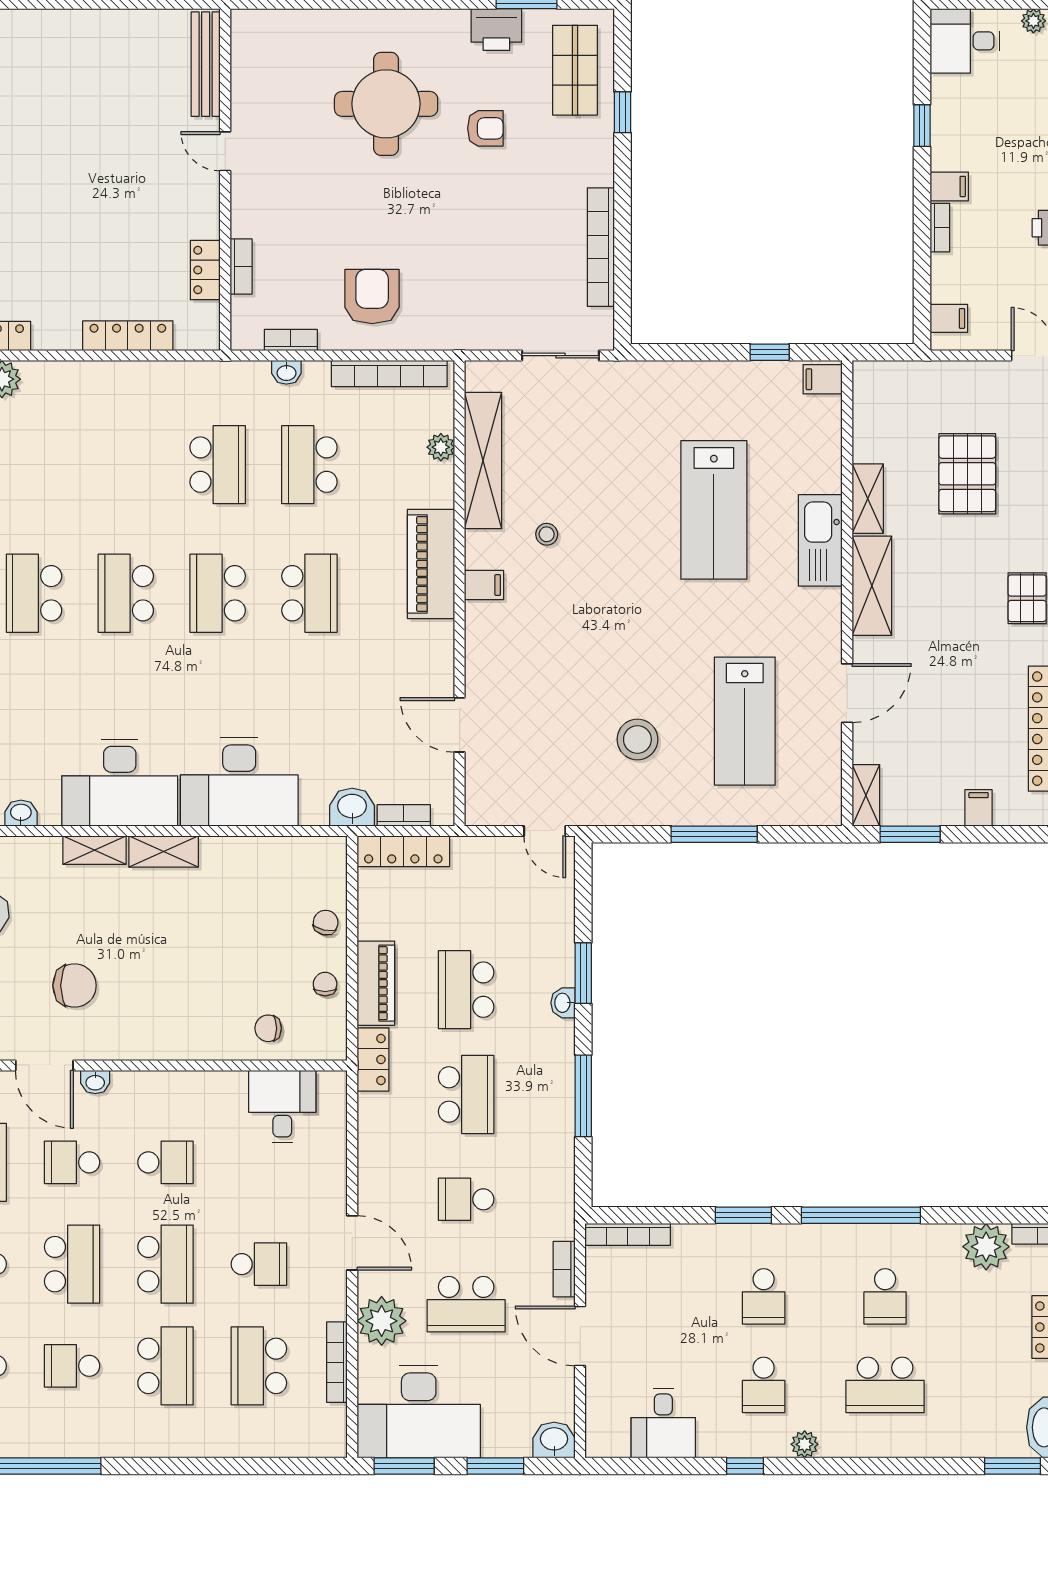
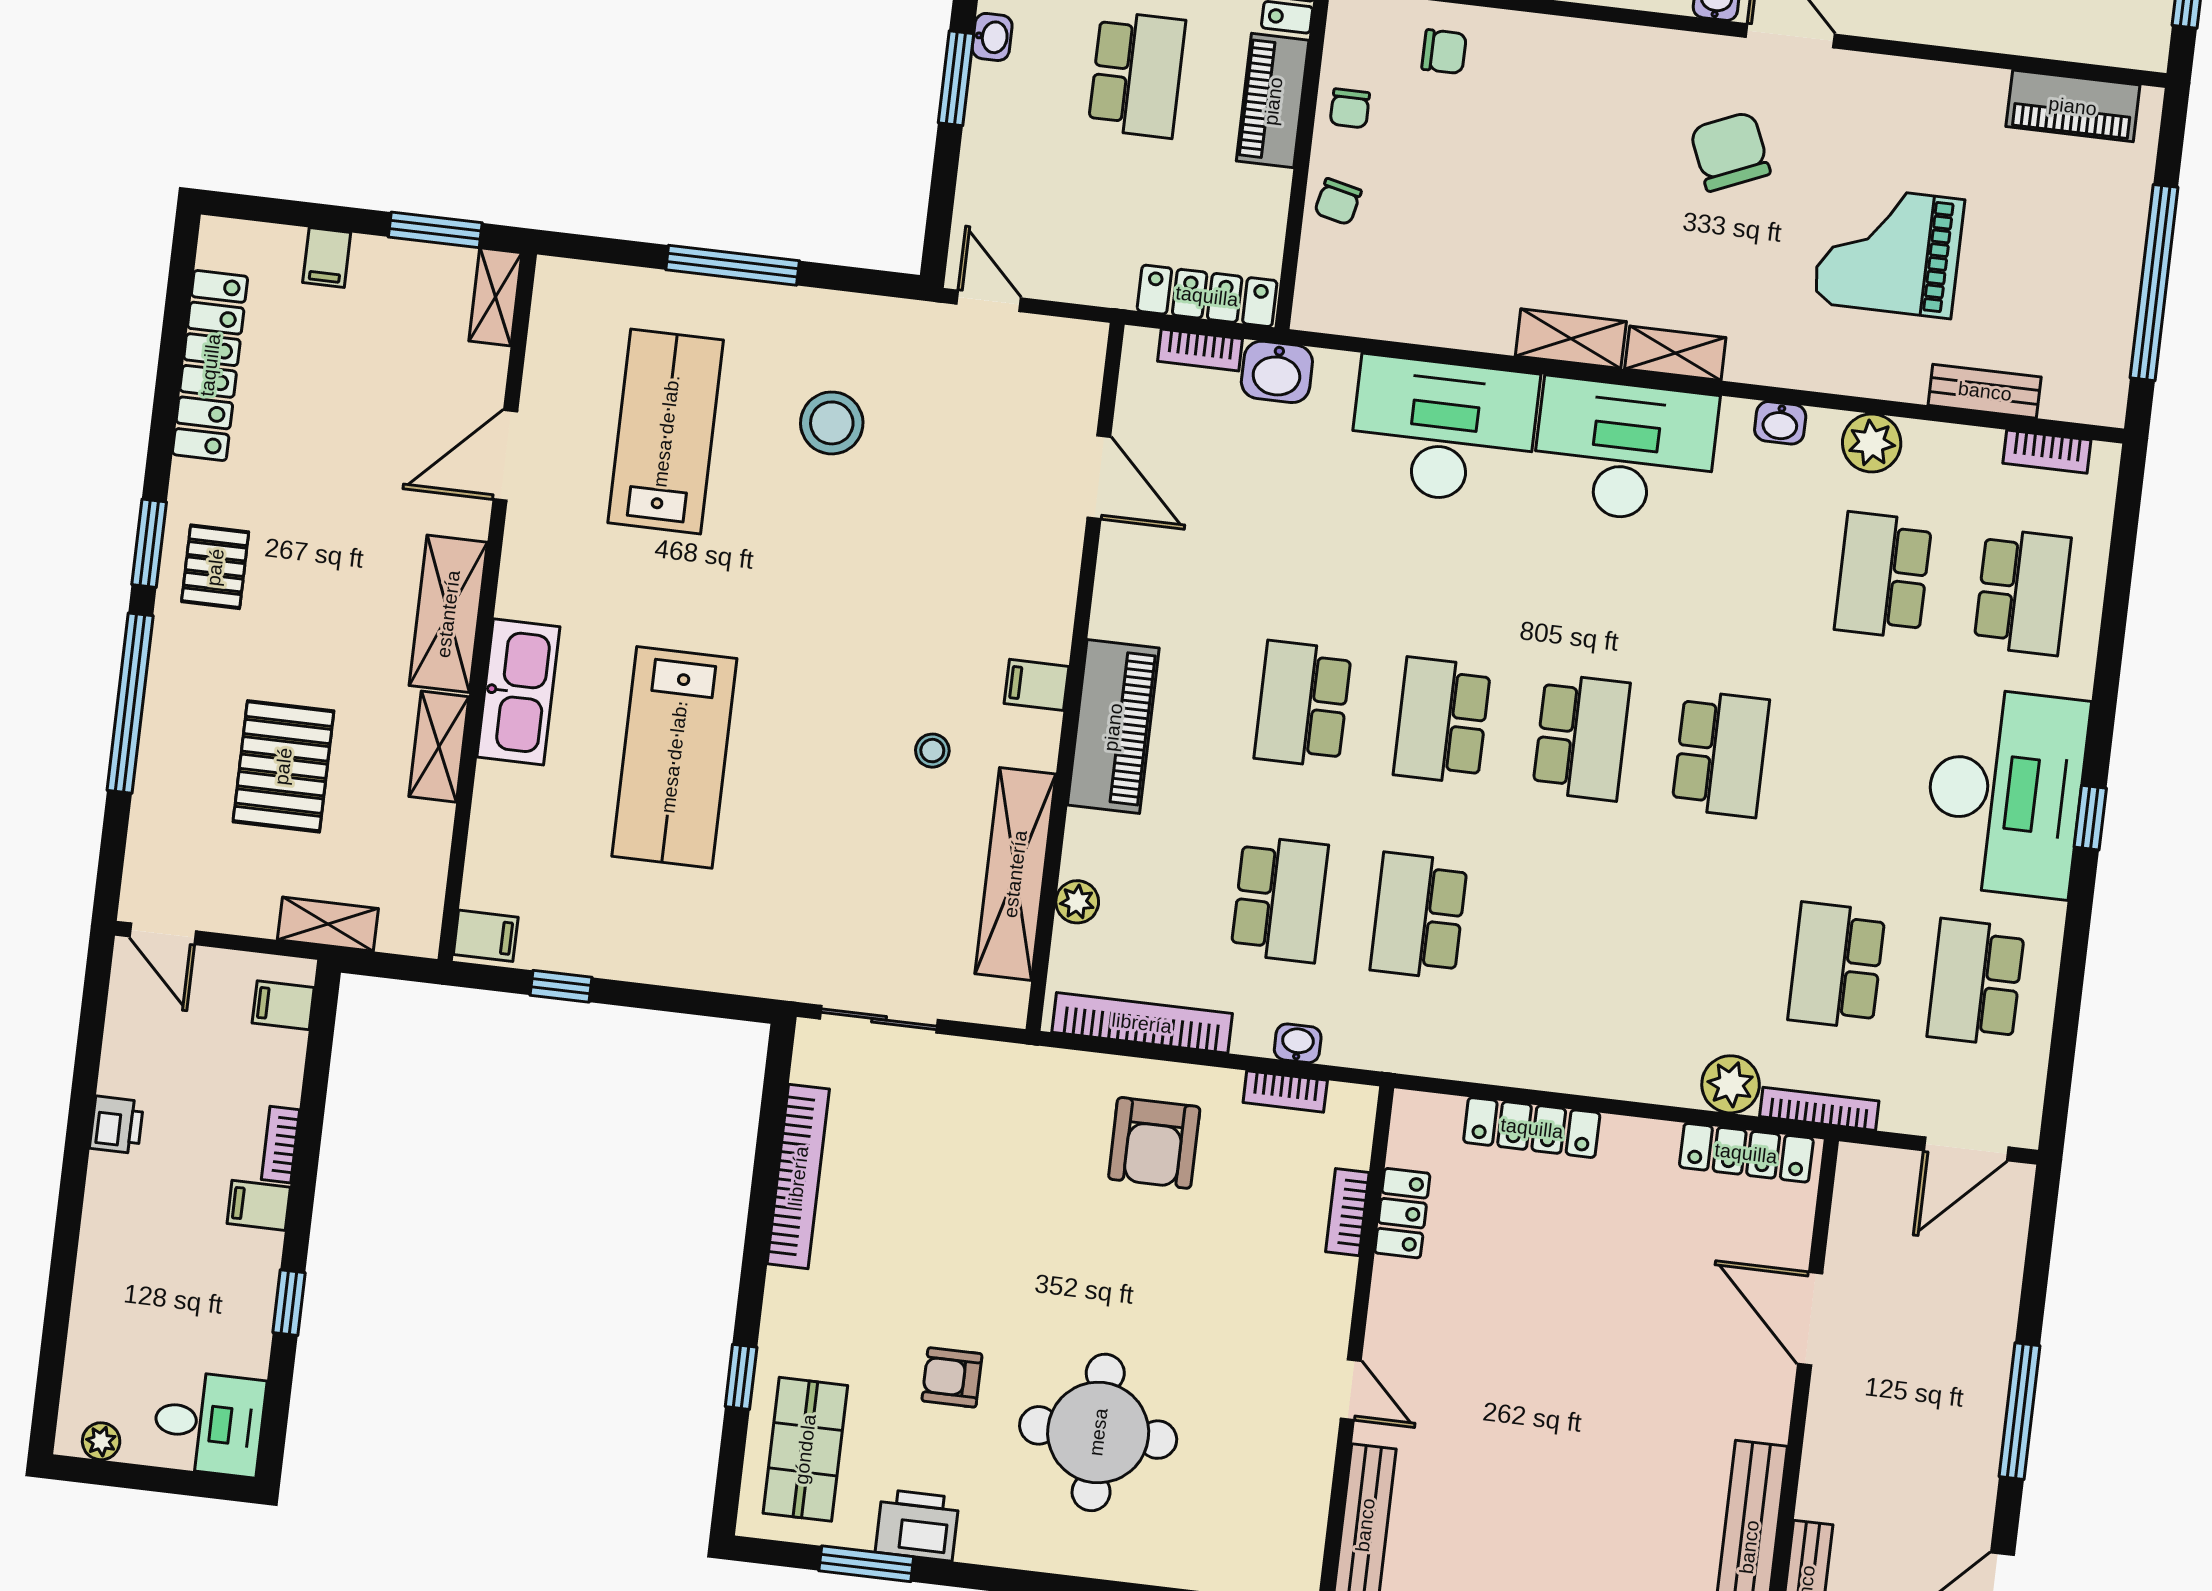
shelving: (926, 375) -> (328, 924), added
lab bench: (714, 510) -> (674, 757), turned 180
school desk: (218, 593) -> (1442, 721), turned 180
chair: (74, 986) -> (1730, 151), turned 67

